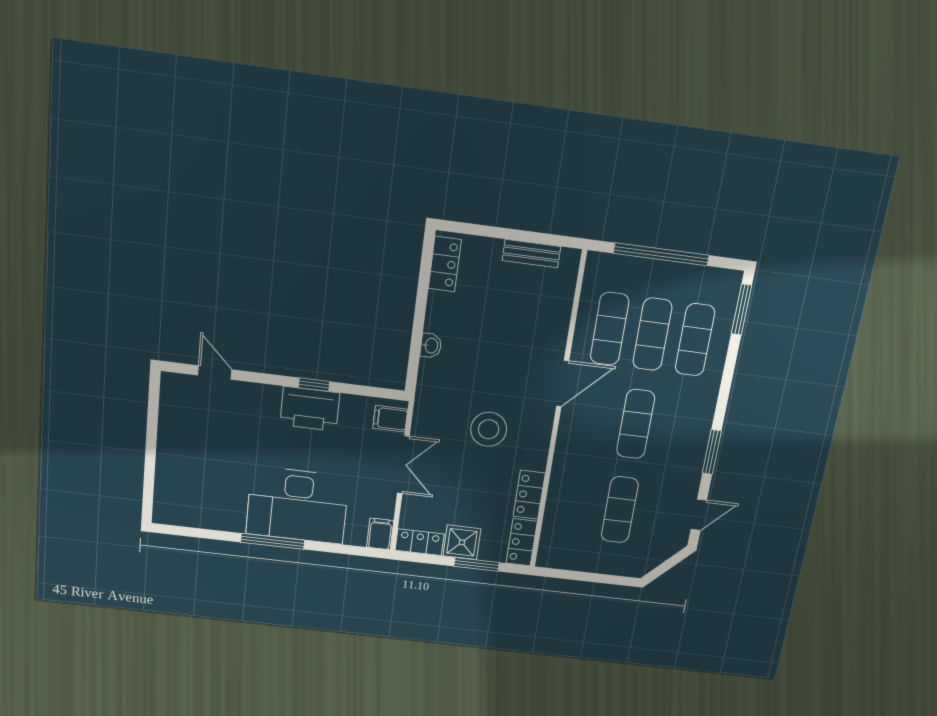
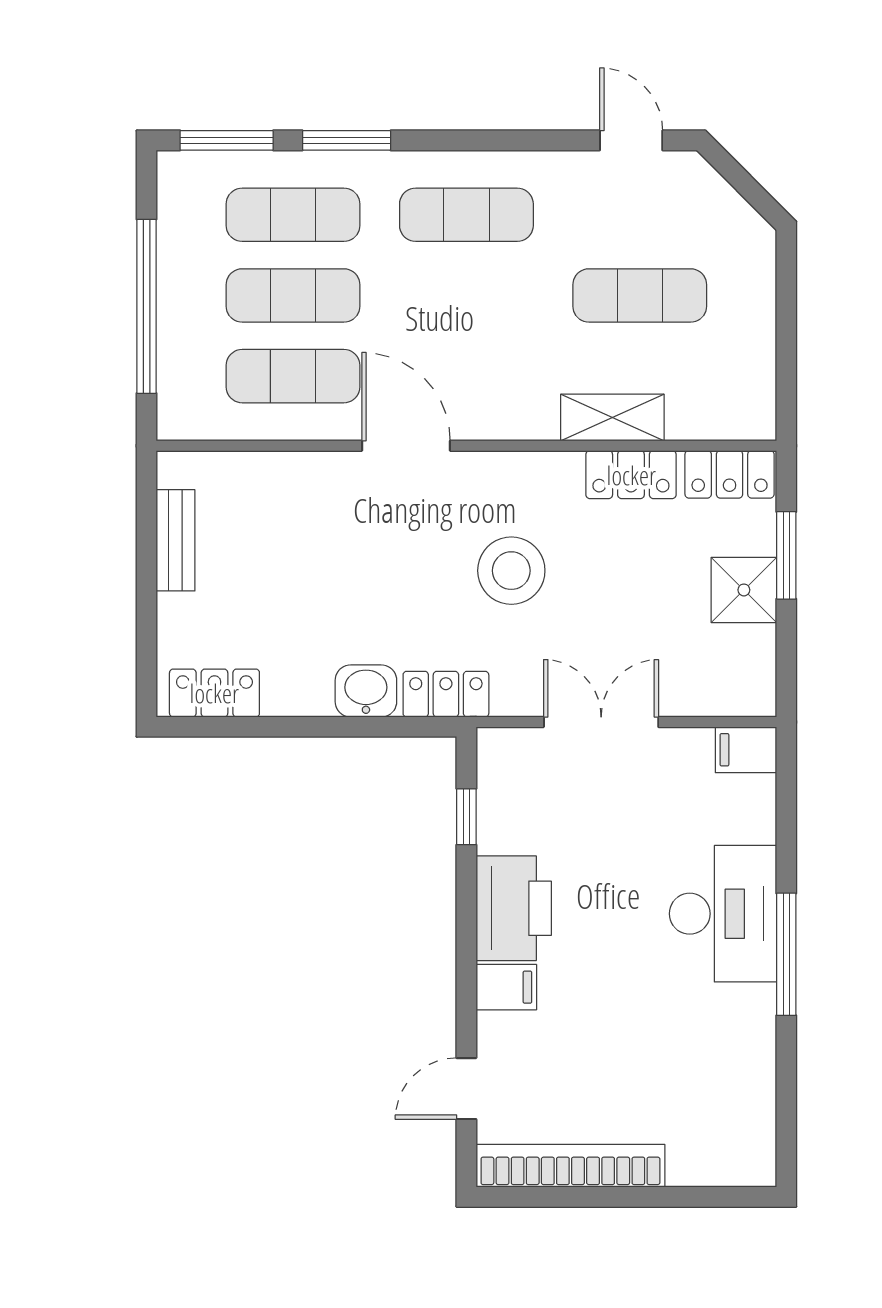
washbasin: (431, 346) -> (366, 691), width x1.38, depth x1.45
window: (314, 385) -> (466, 817), moved
filing cabinet: (390, 419) -> (506, 987), moved, turned -90
bookcase: (169, 421) -> (570, 1166), added
exercise mat: (636, 424) -> (466, 215), moved
window: (712, 452) -> (347, 140), moved
shelving: (560, 489) -> (612, 418), added
desk: (297, 505) -> (723, 914), width x0.73, depth x0.77
locker: (420, 542) -> (446, 694), moved, turned 90

